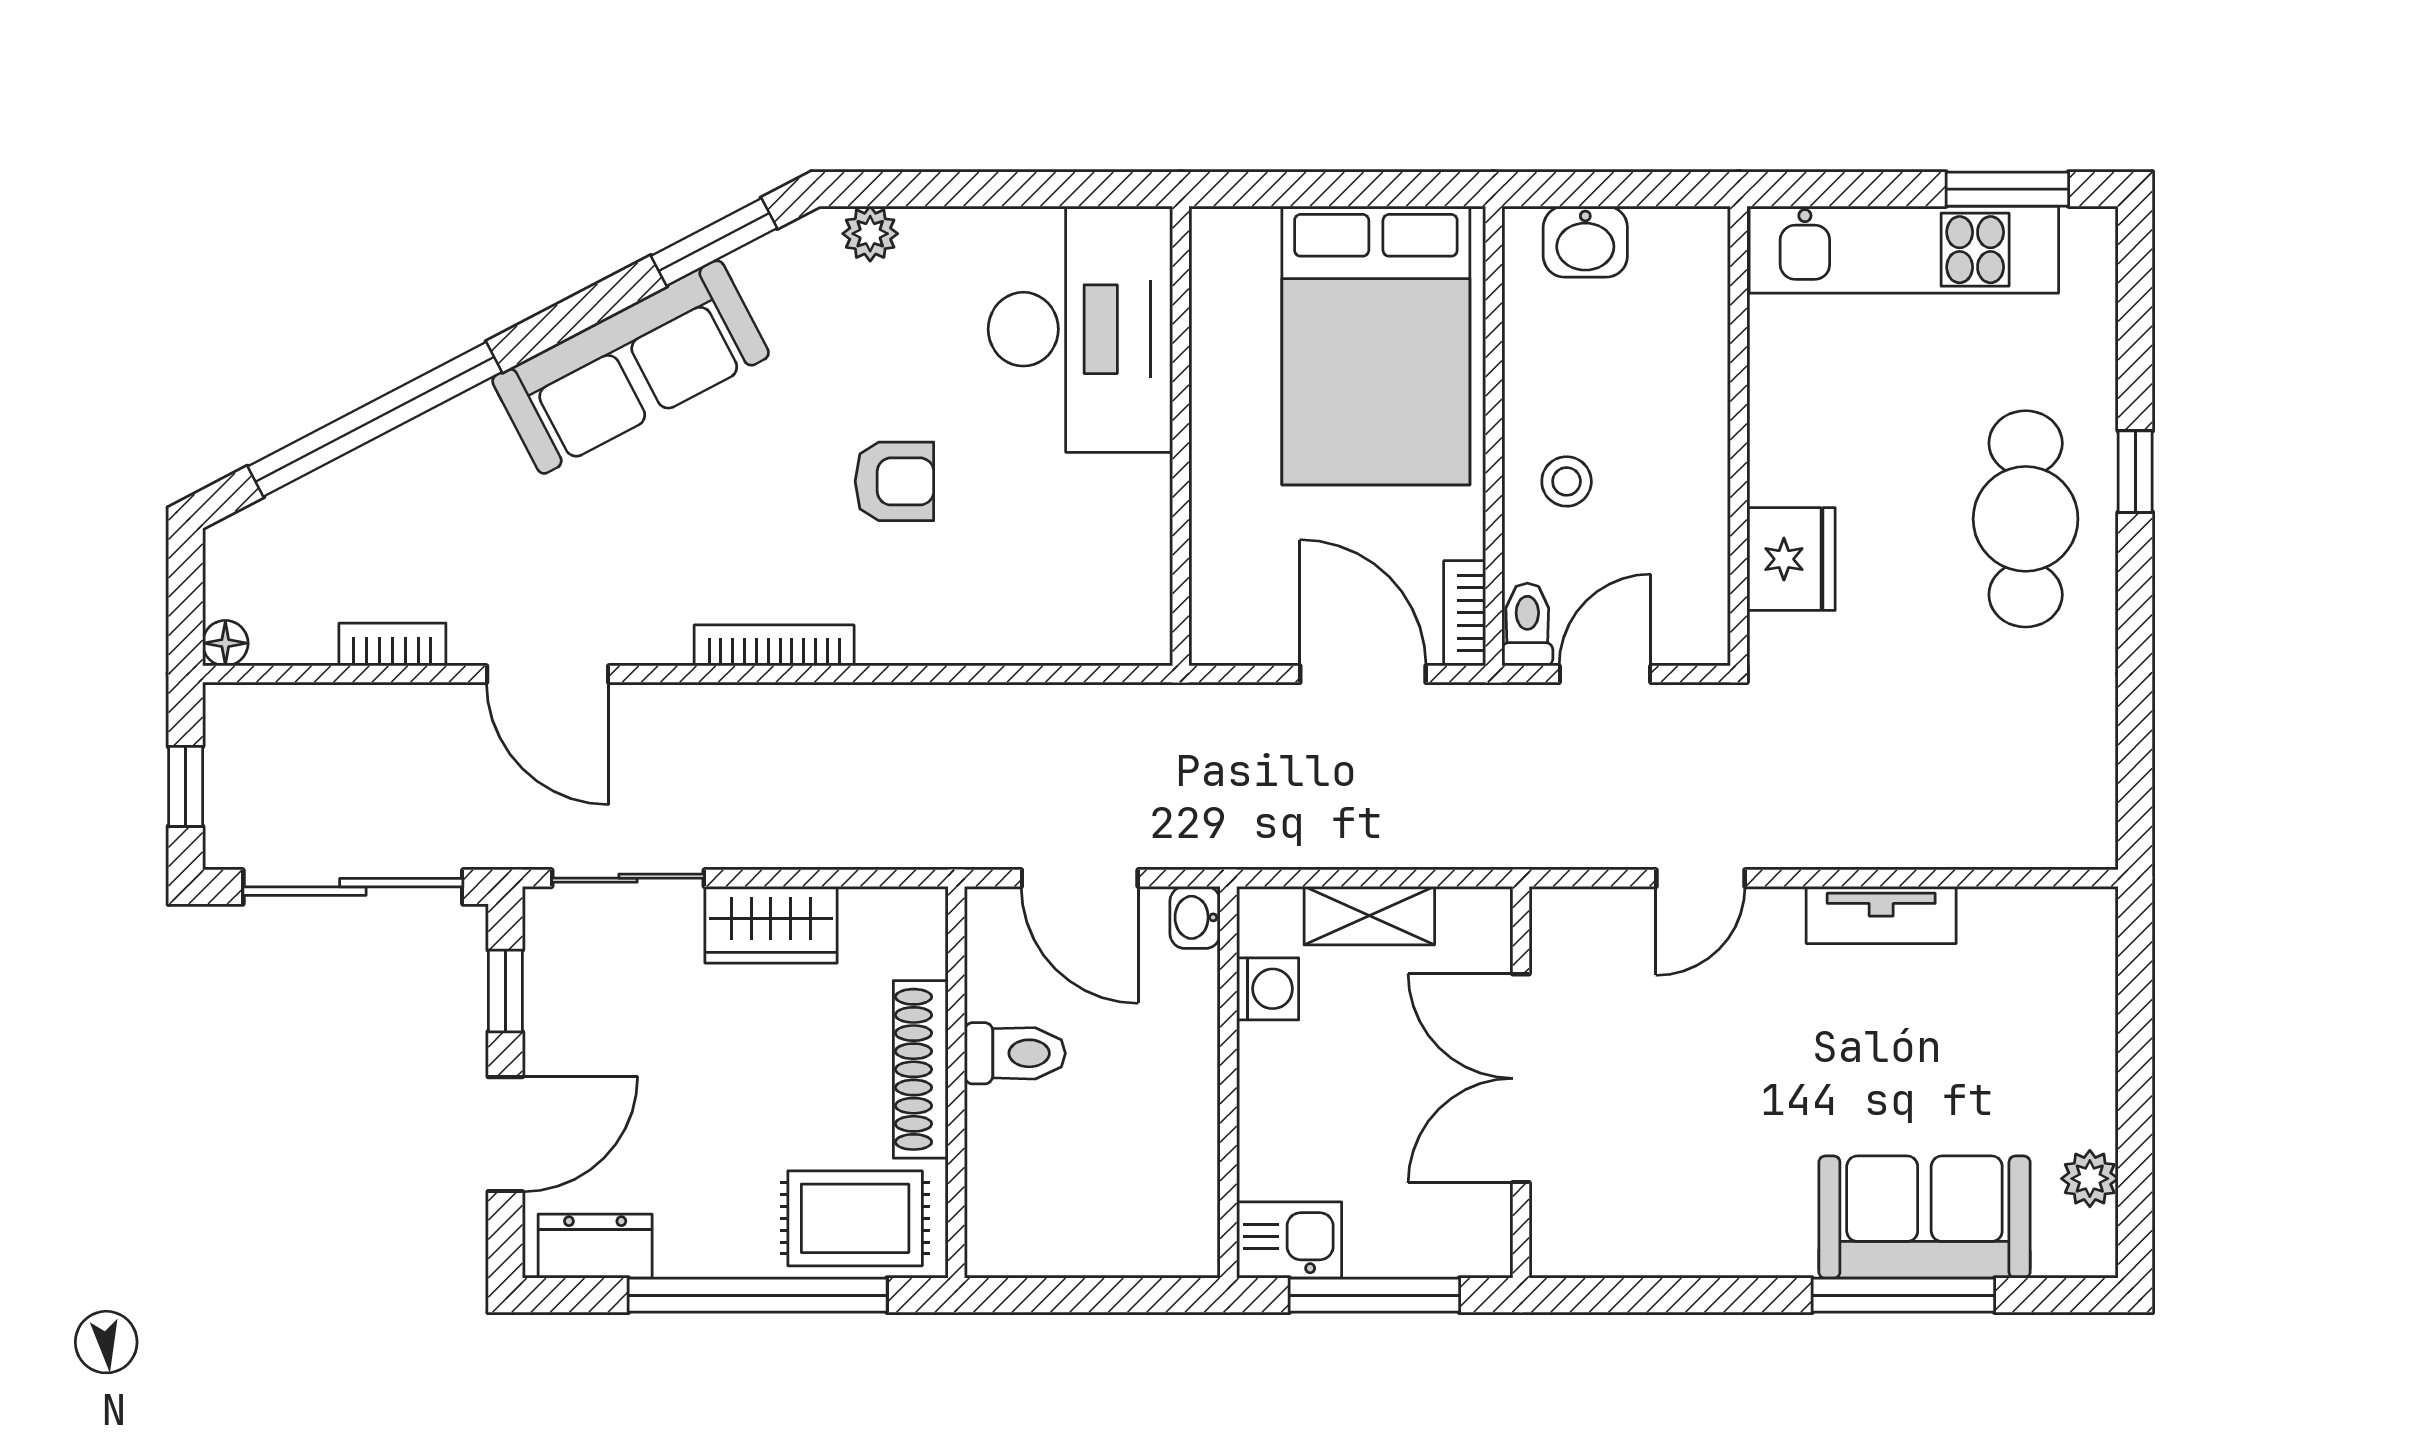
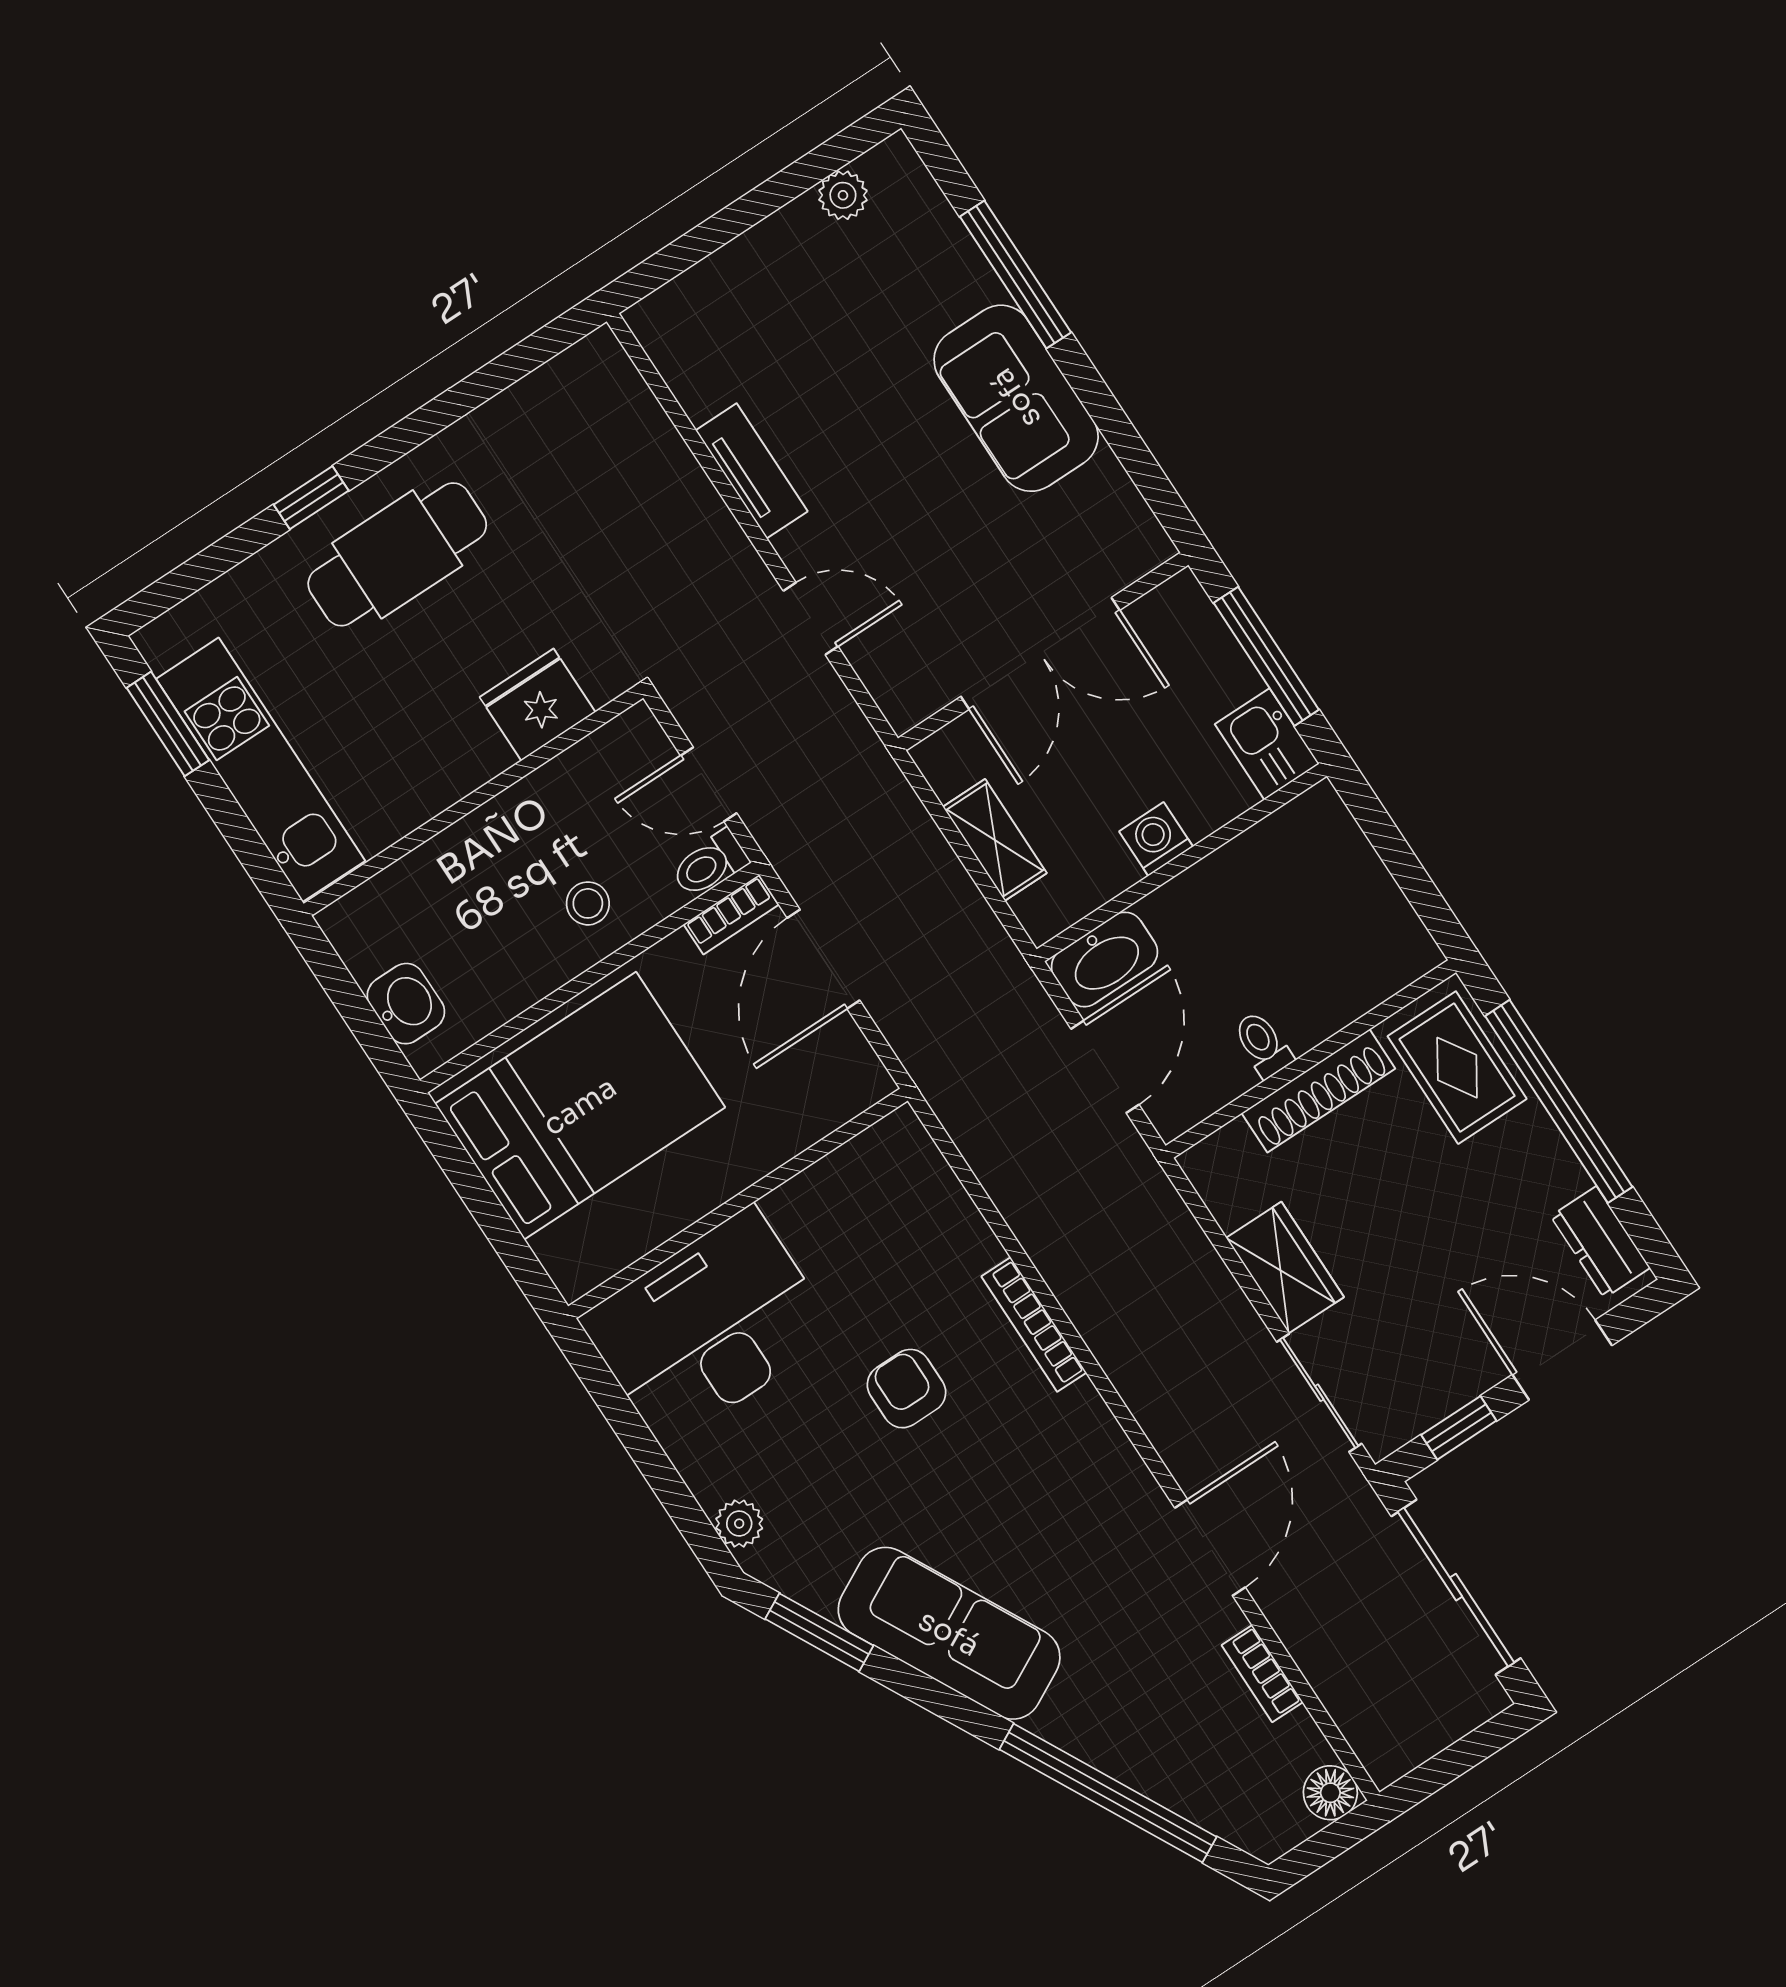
floor lamp: (225, 643) -> (1330, 1793), width x1.37, depth x1.37
bookcase: (774, 645) -> (1034, 1325), moved
window: (186, 786) -> (1463, 1756), removed
washbasin: (1195, 917) -> (1104, 959), width x1.91, depth x1.45
washing machine: (1268, 989) -> (1156, 839), moved
toilet: (1015, 1053) -> (1263, 1044), width x0.73, depth x0.72
sofa: (1924, 1217) -> (1016, 398), moved

